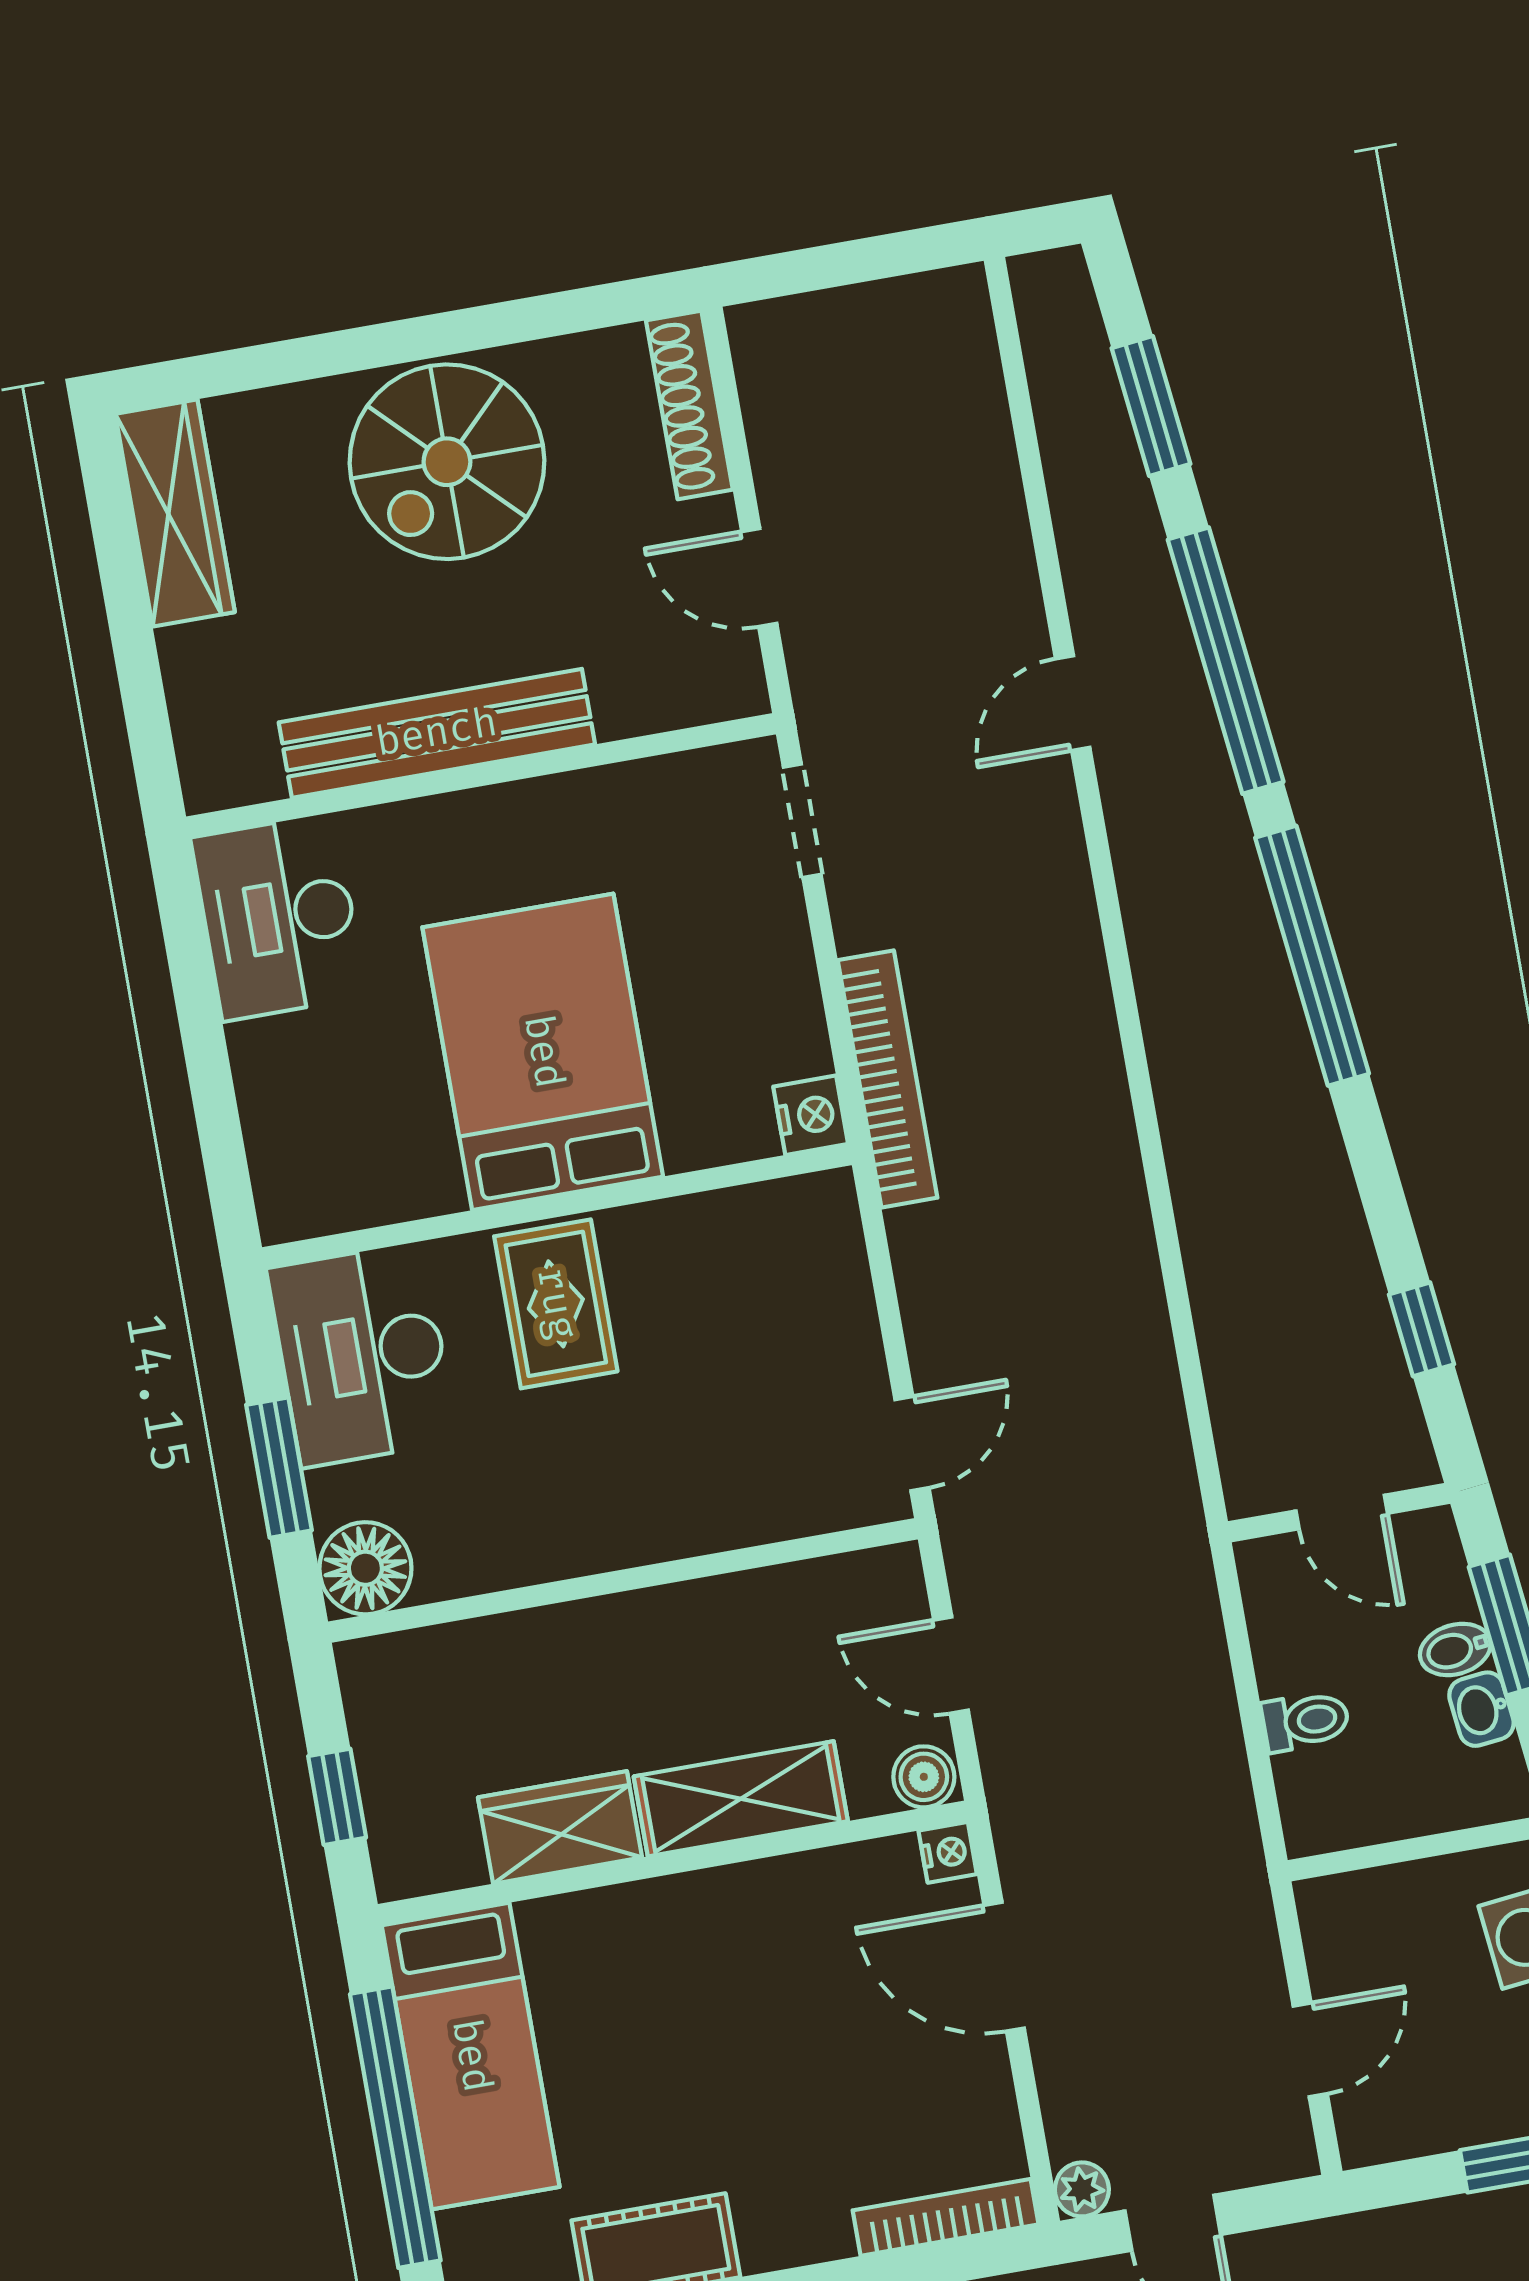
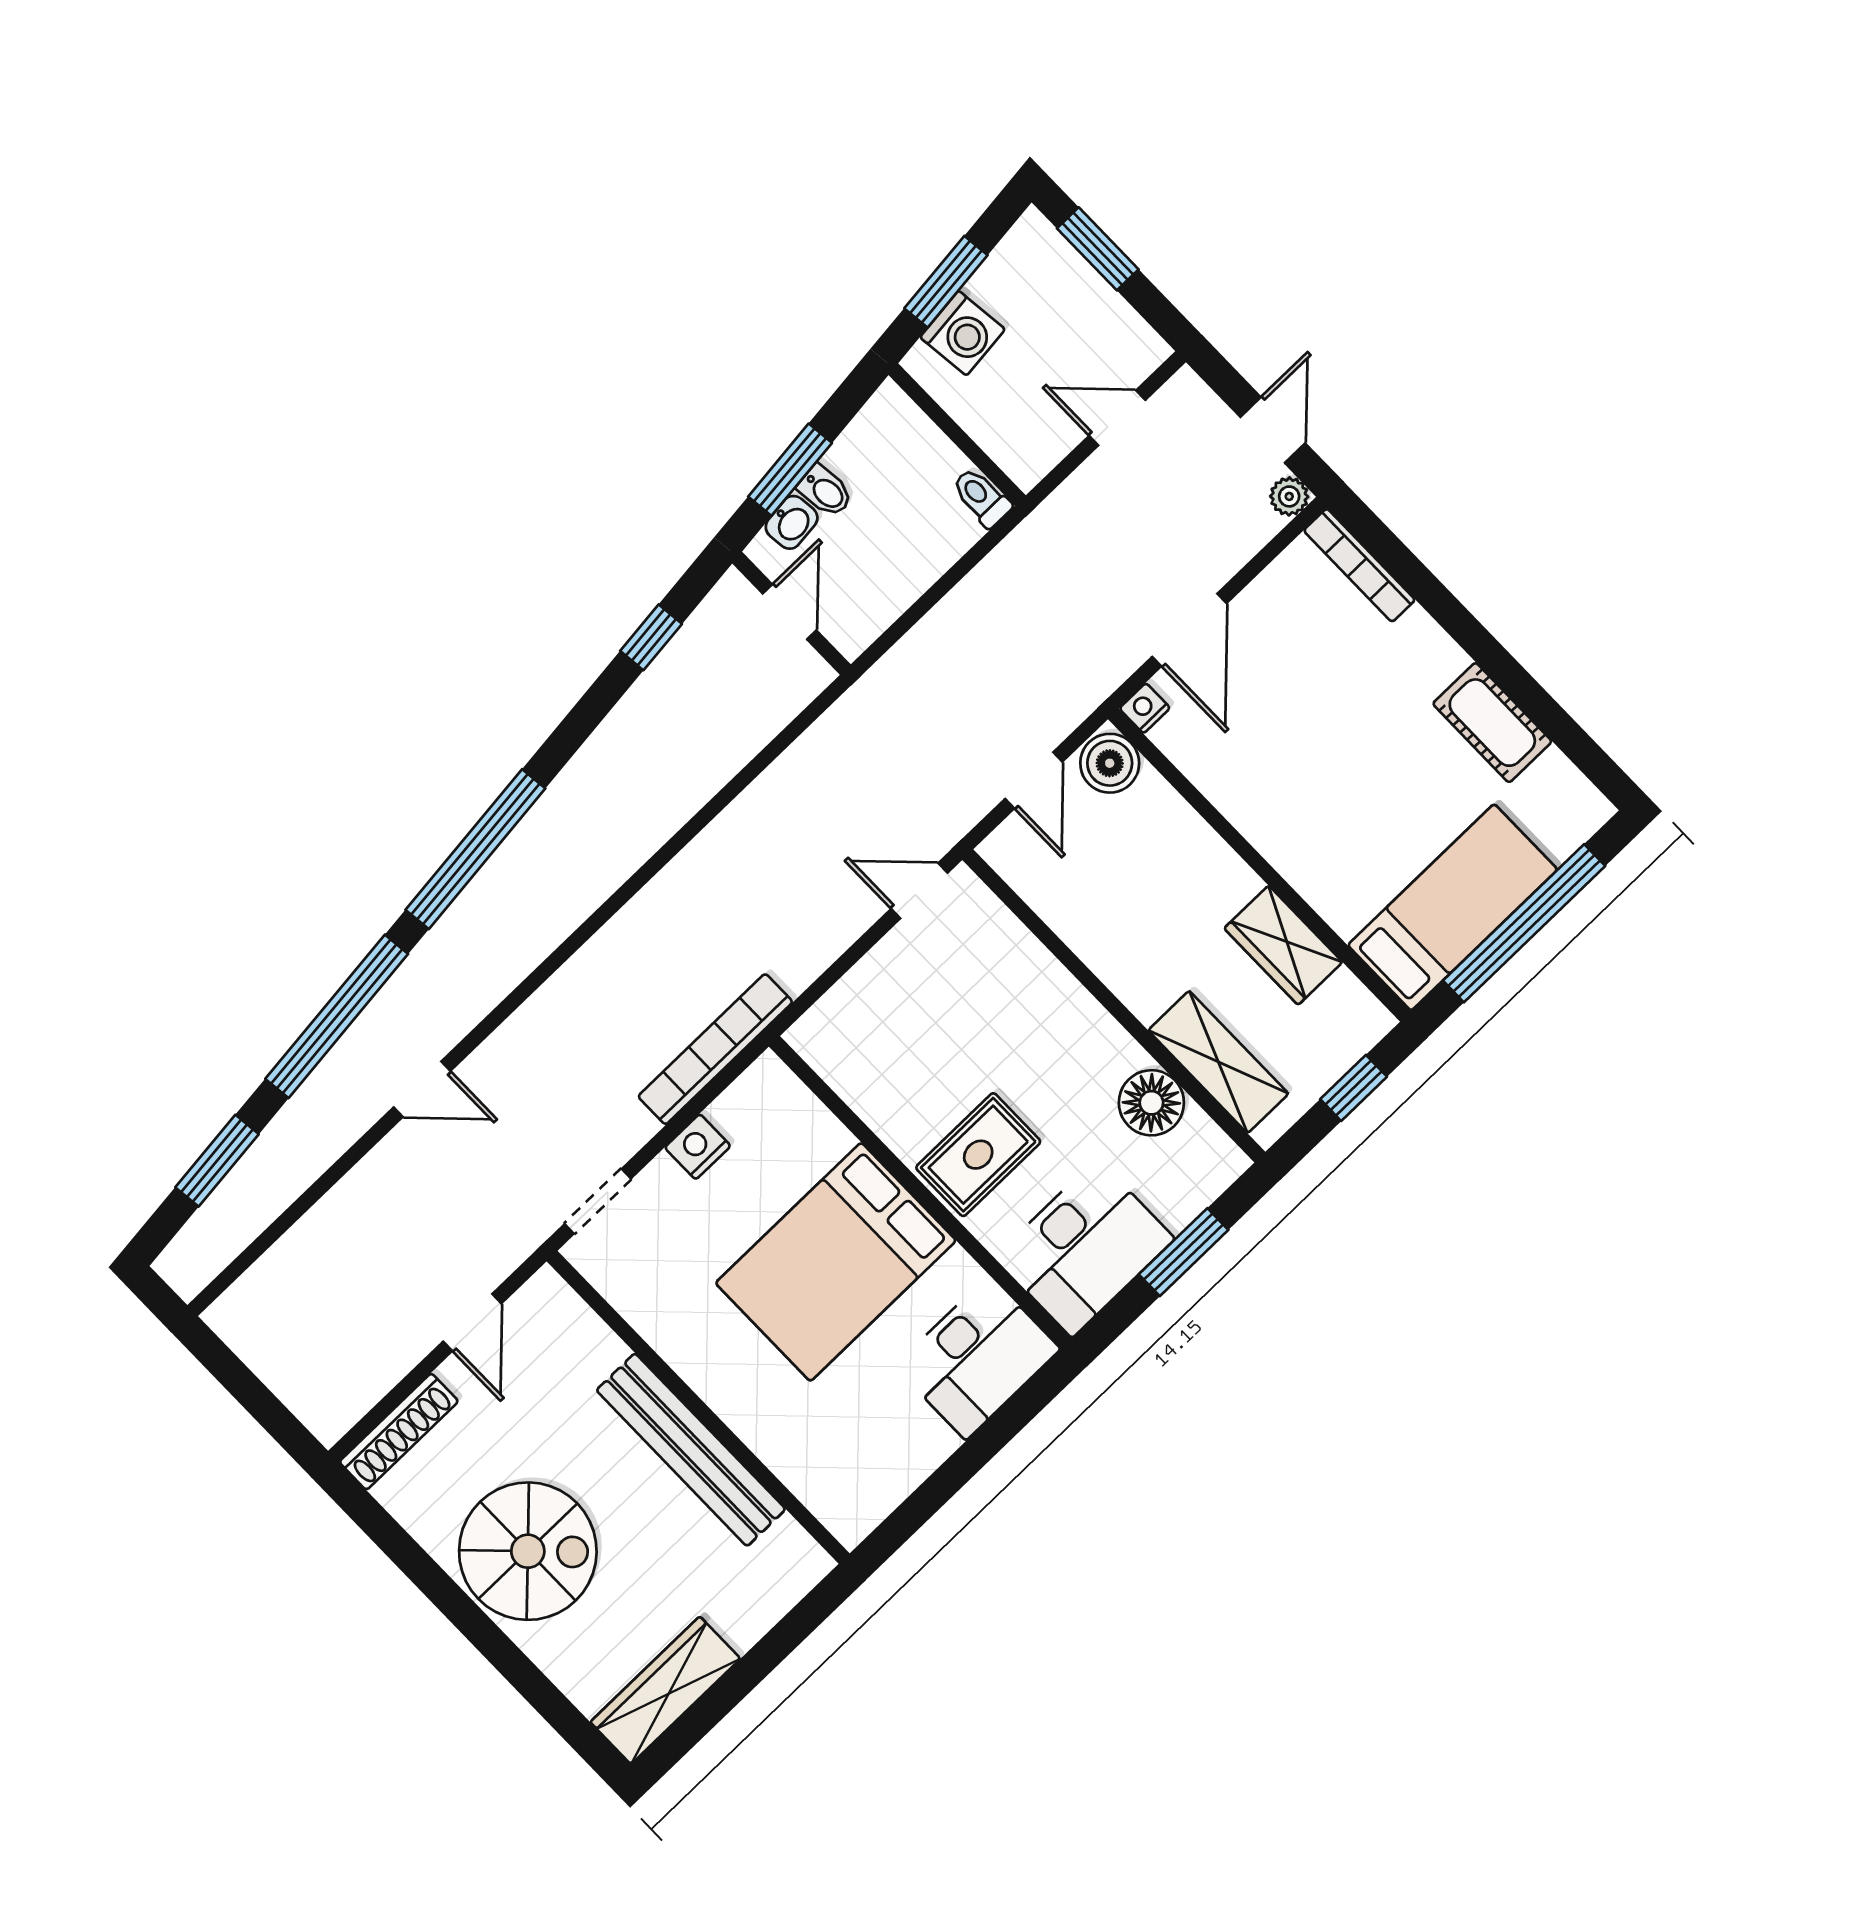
desk: (278, 917) -> (977, 1358), moved
nightstand: (811, 1115) -> (698, 1147), moved
floor lamp: (365, 1568) -> (1151, 1103), moved
washbasin: (1481, 1709) -> (792, 522), moved
toilet: (1305, 1721) -> (981, 497), moved
boiler: (924, 1777) -> (1110, 763), width x1.36, depth x1.36
shelving: (741, 1799) -> (1218, 1062), moved

